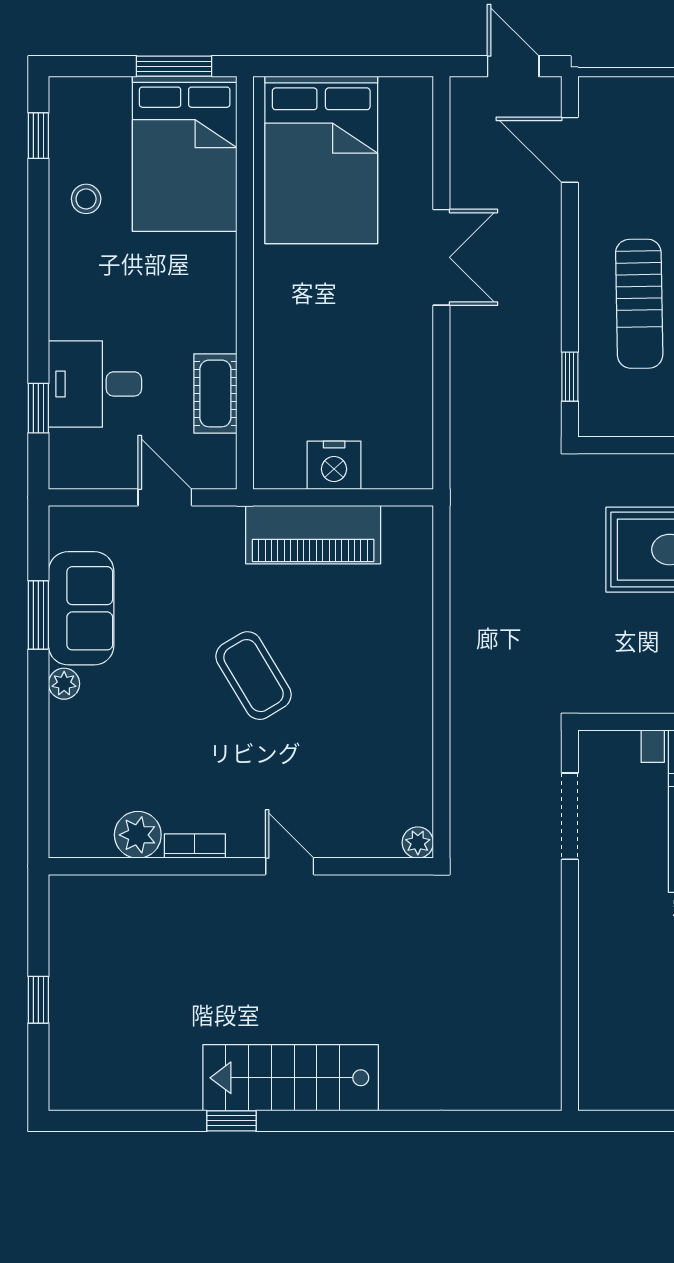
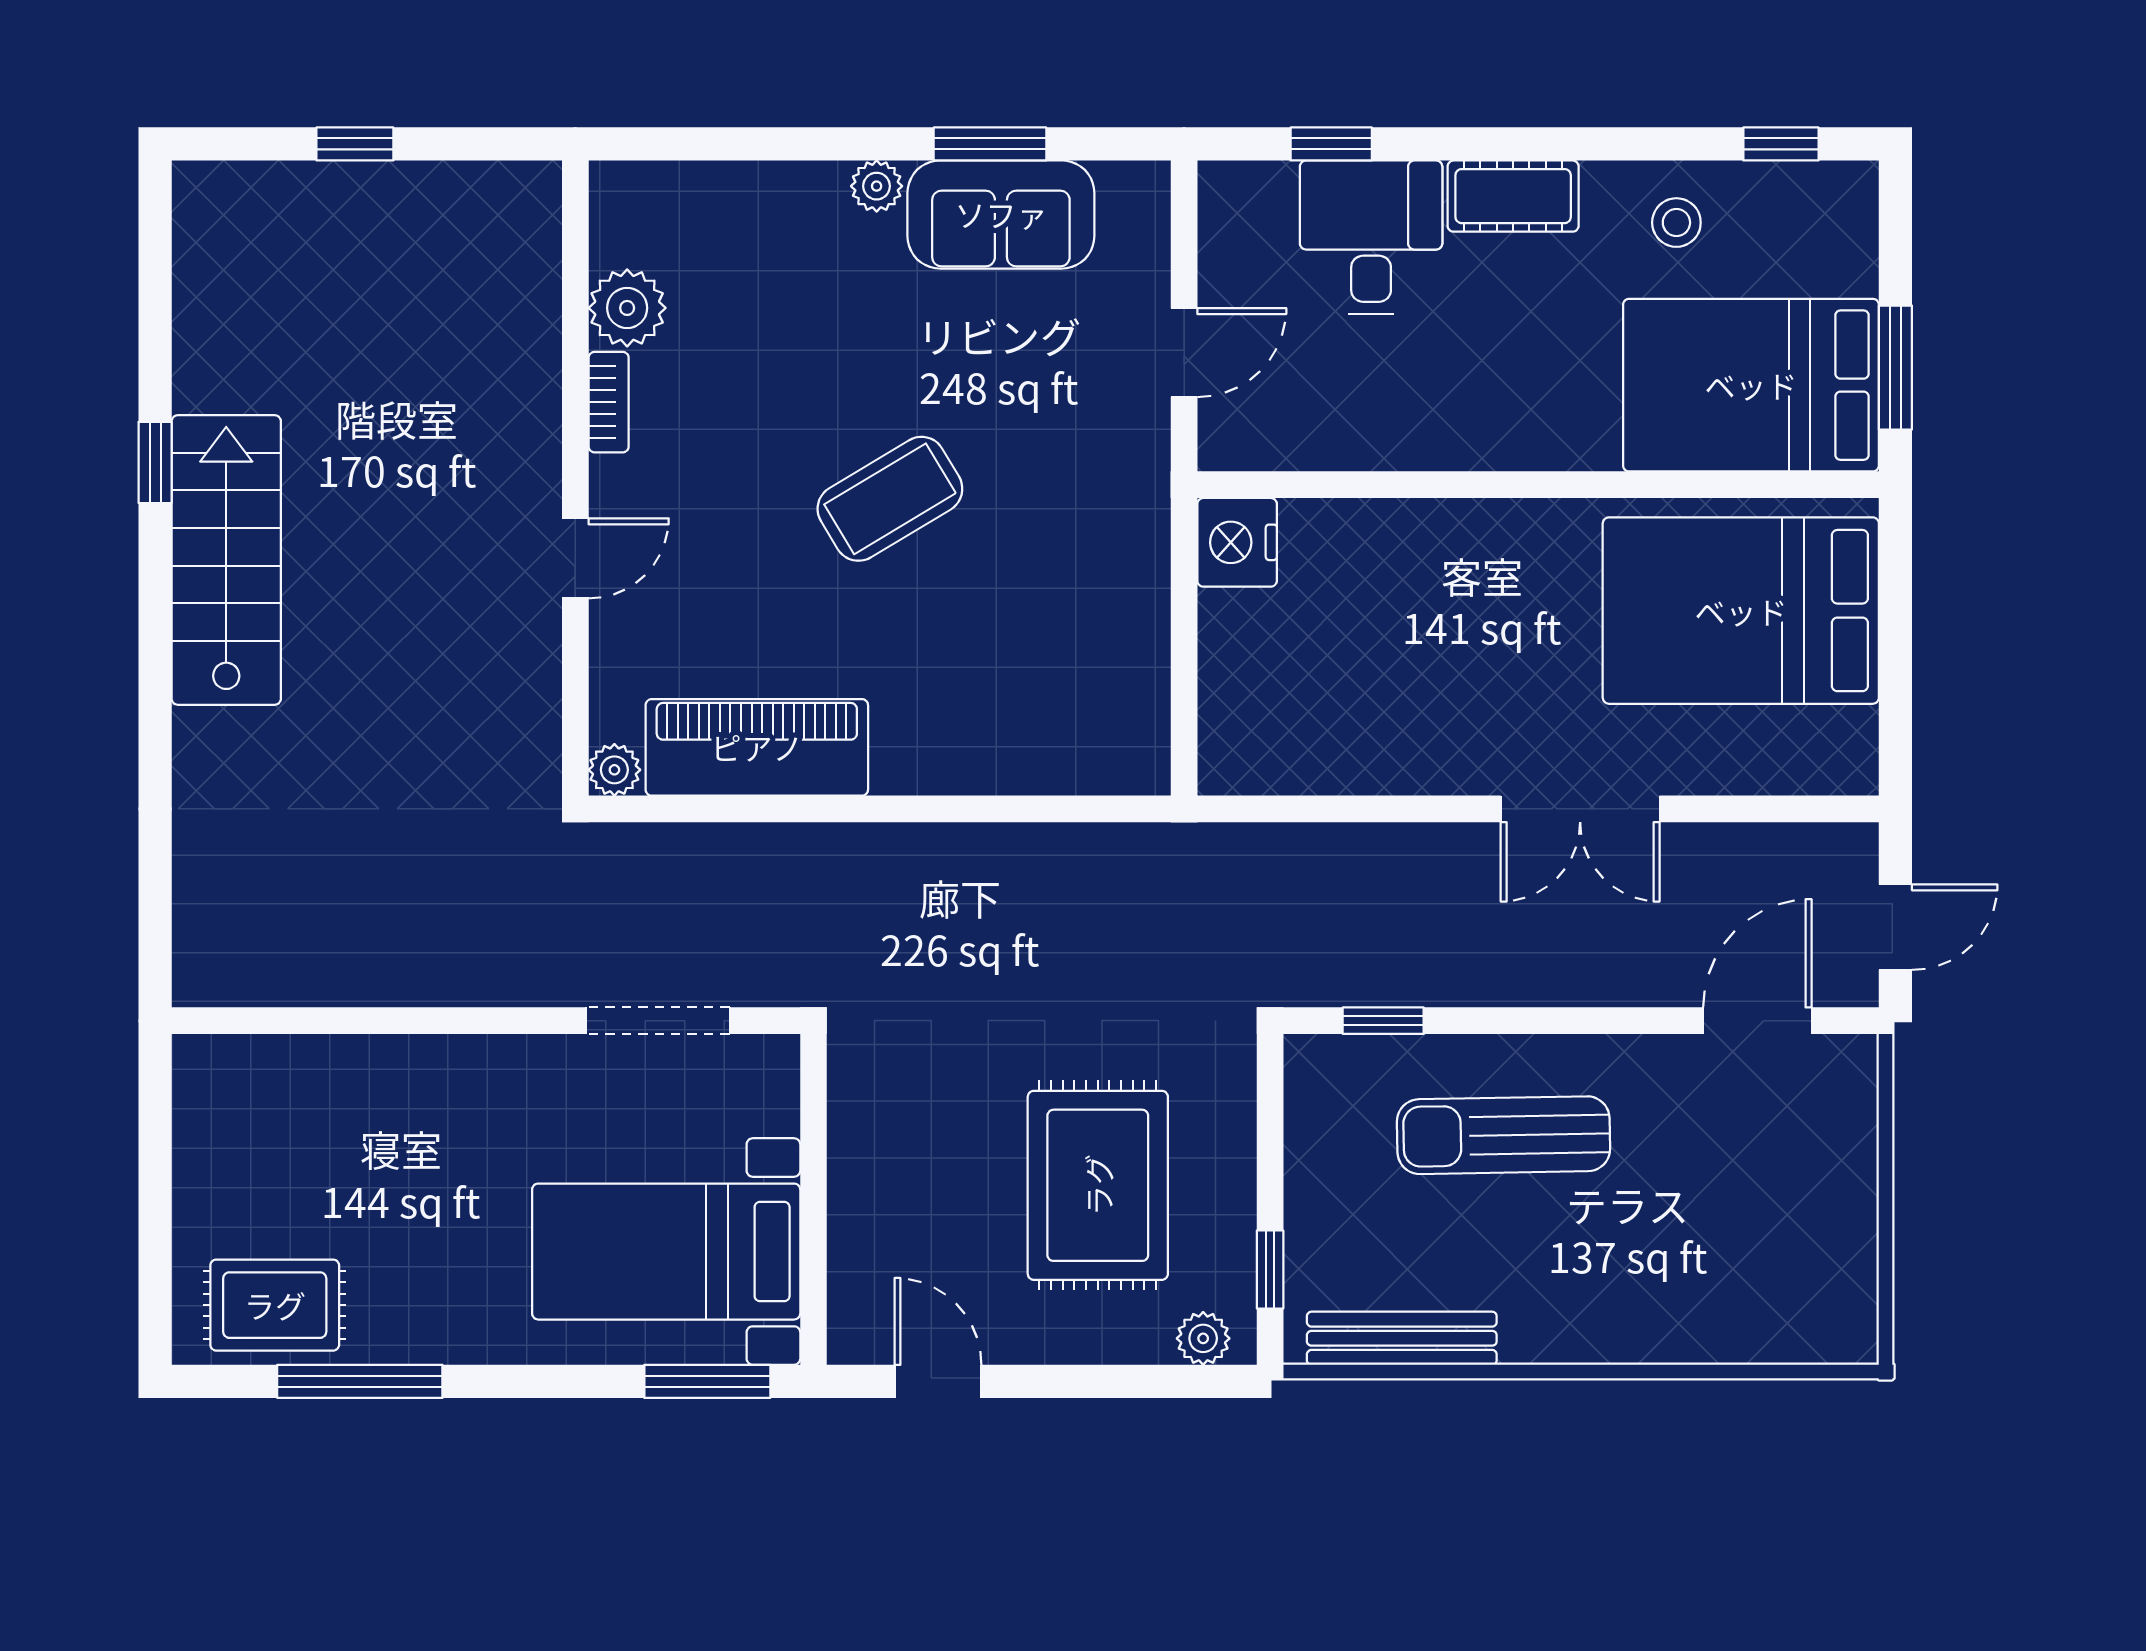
cot: (215, 393) -> (1513, 196), moved
nightstand: (334, 465) -> (1237, 542), moved
piano: (313, 535) -> (757, 747), moved, turned 90

